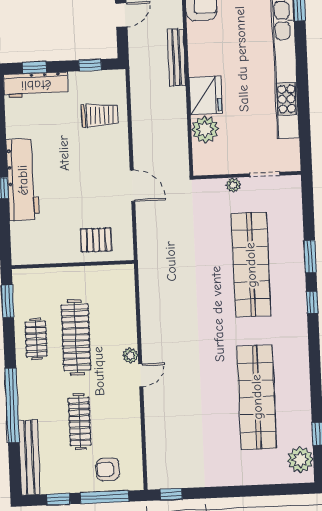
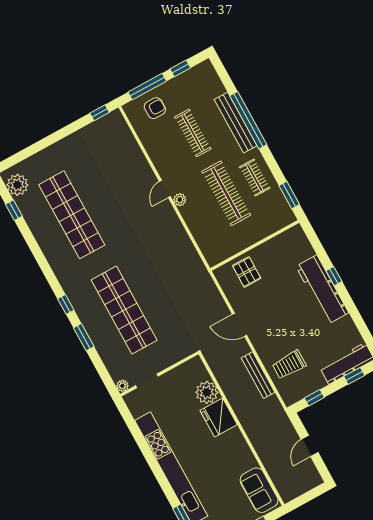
bench: (176, 57) -> (258, 375), moved
plant: (233, 185) -> (122, 386), moved
pallet: (96, 240) -> (247, 272), turned 90
bench: (29, 457) -> (236, 123), moved

